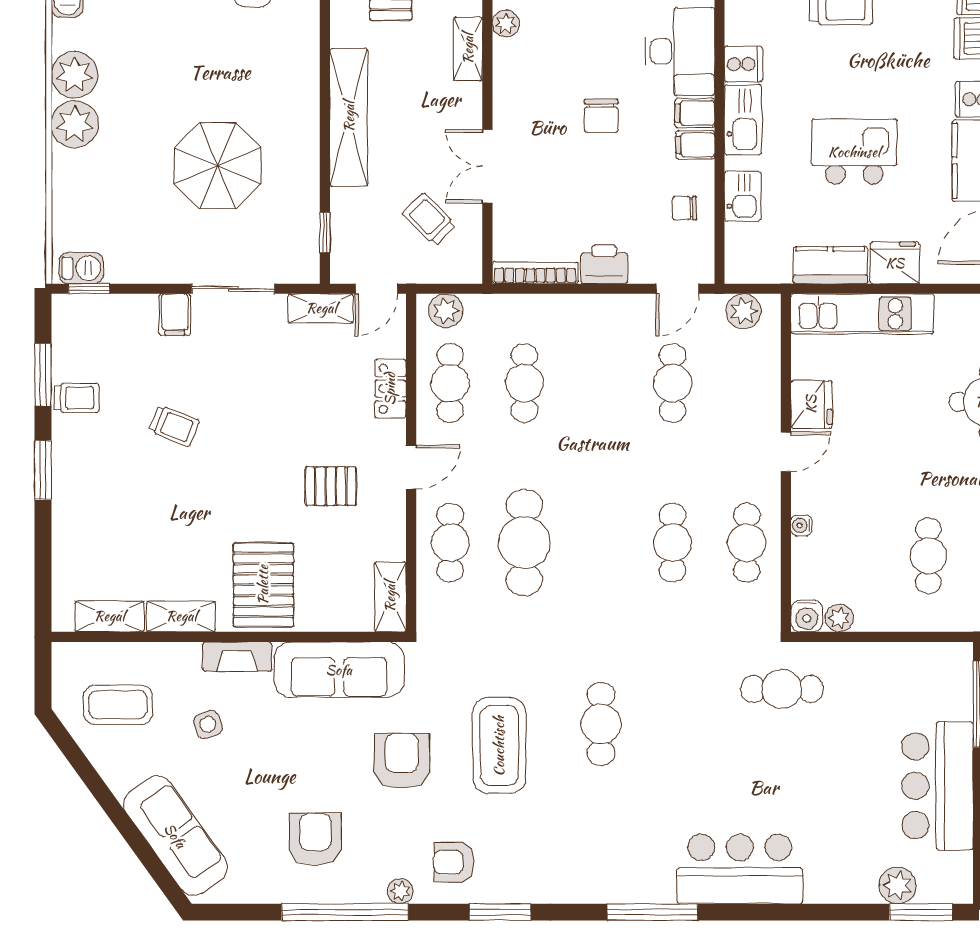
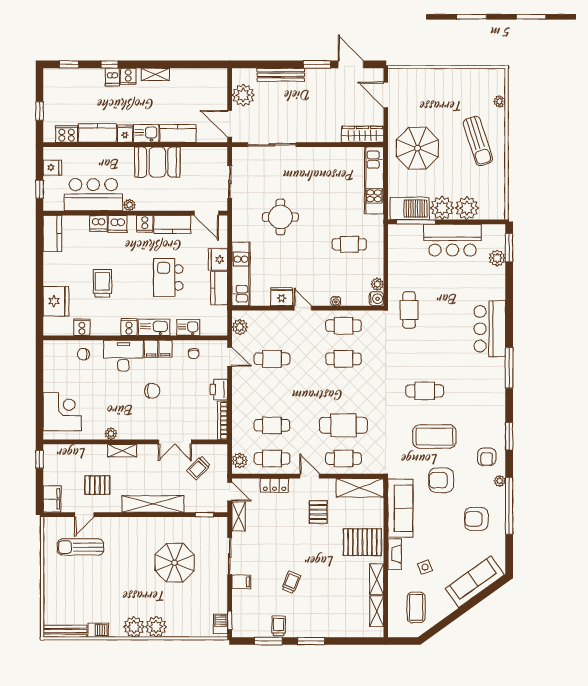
shelving: (390, 597) -> (360, 488), width x1.50, depth x1.33

